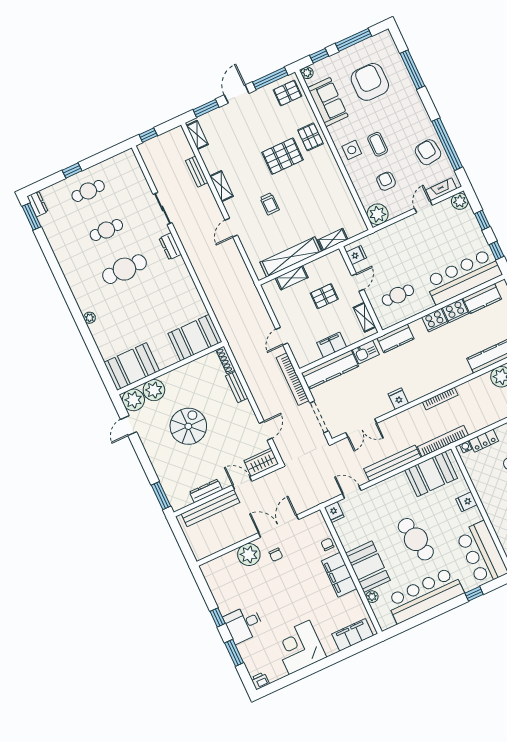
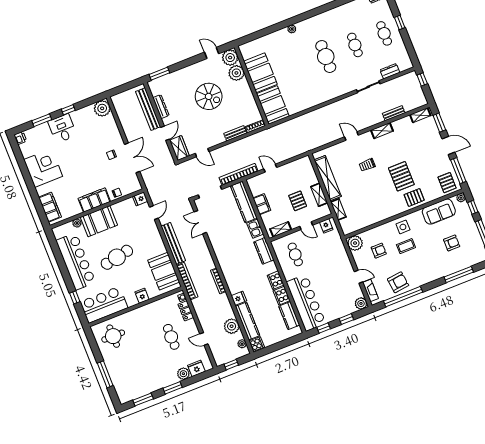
armchair: (370, 82) -> (452, 243), width x0.53, depth x0.53
dresser: (170, 246) -> (390, 71), moved
shelving: (292, 278) -> (319, 195), moved
booth: (132, 367) -> (260, 73), moved
fridge: (398, 399) -> (239, 298), moved
plant: (249, 555) -> (102, 108), moved

